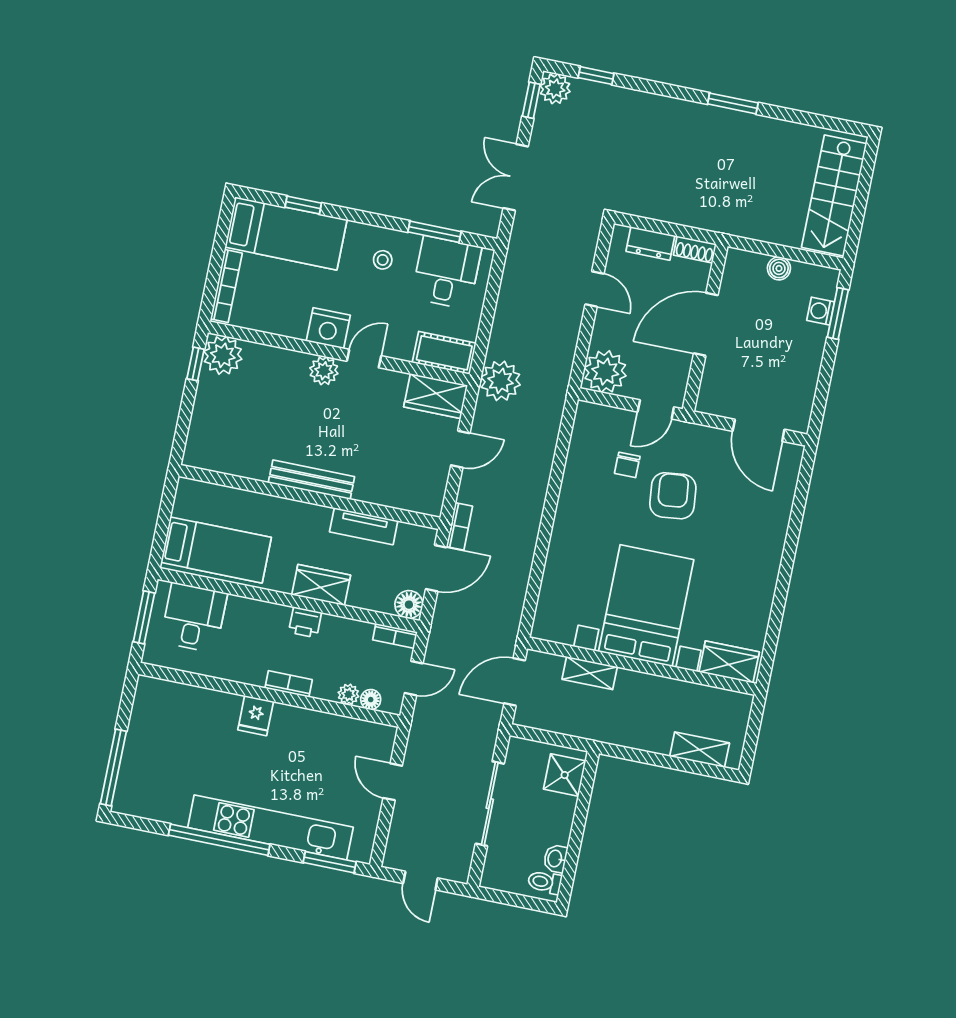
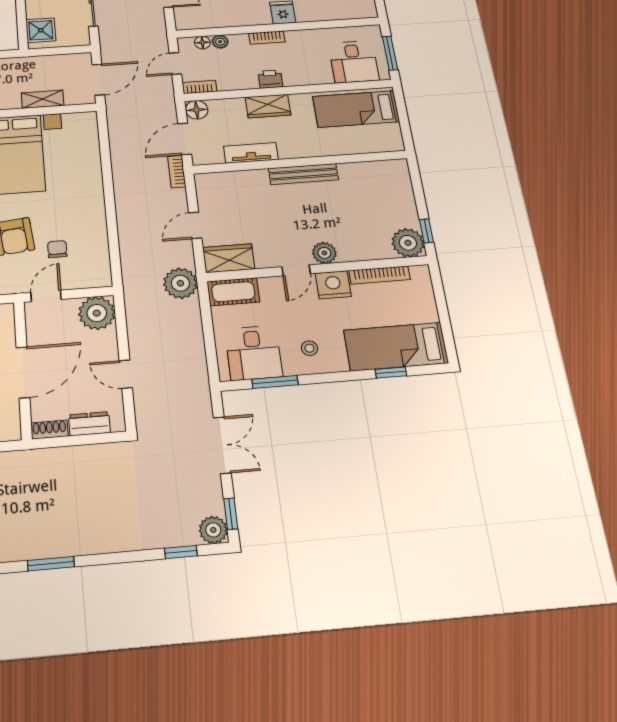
bookcase: (226, 286) -> (380, 275), moved, turned -90

